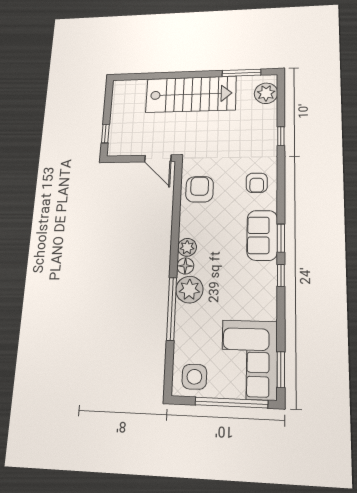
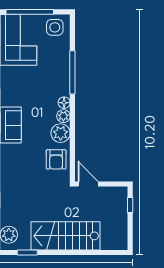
window: (241, 73) -> (27, 253), width x0.69
armchair: (257, 183) -> (15, 164), removed
plant: (189, 290) -> (61, 133), moved

